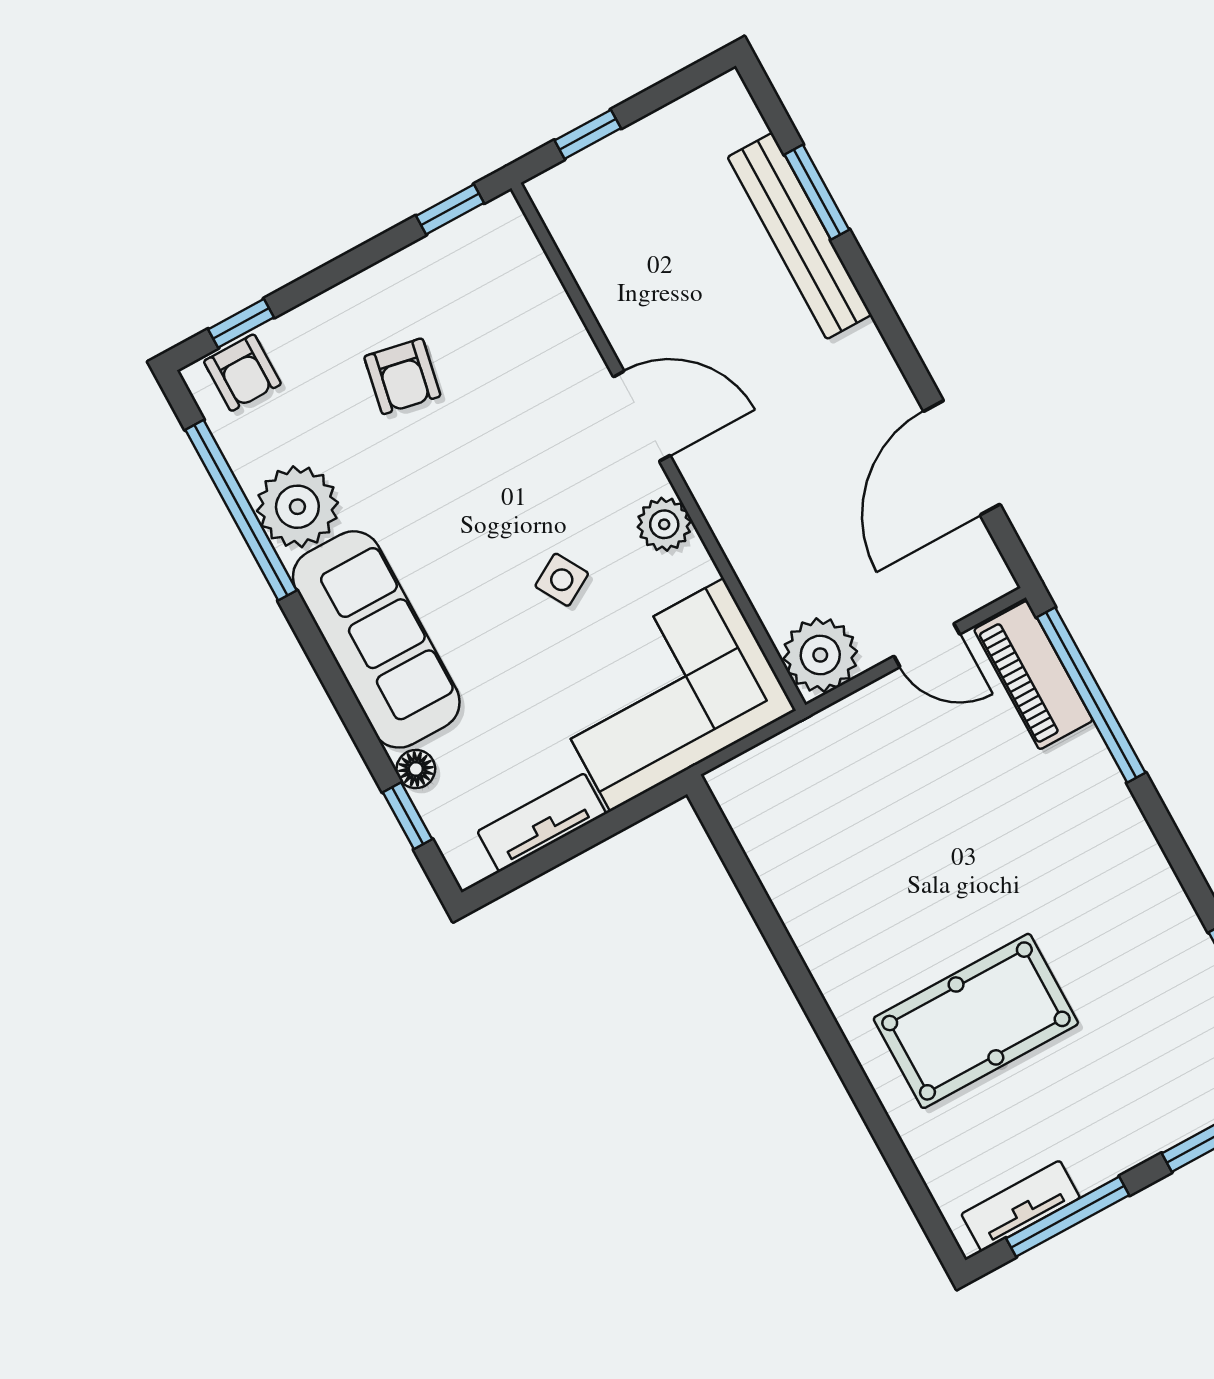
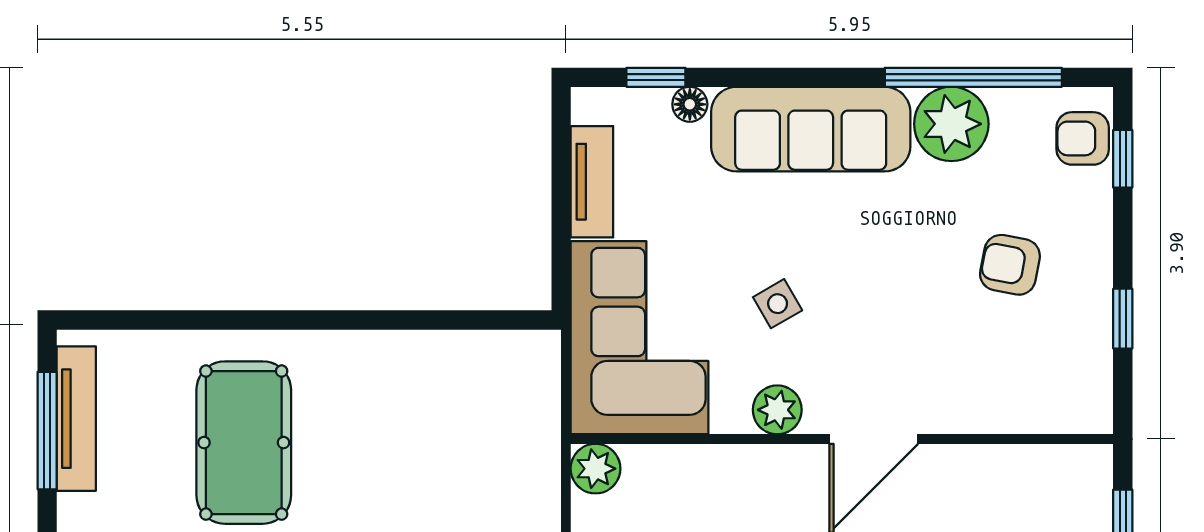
window: (450, 209) -> (1123, 319), moved
plant: (820, 655) -> (596, 469), width x0.73, depth x0.73
tv unit: (1021, 1206) -> (76, 419), width x1.41

